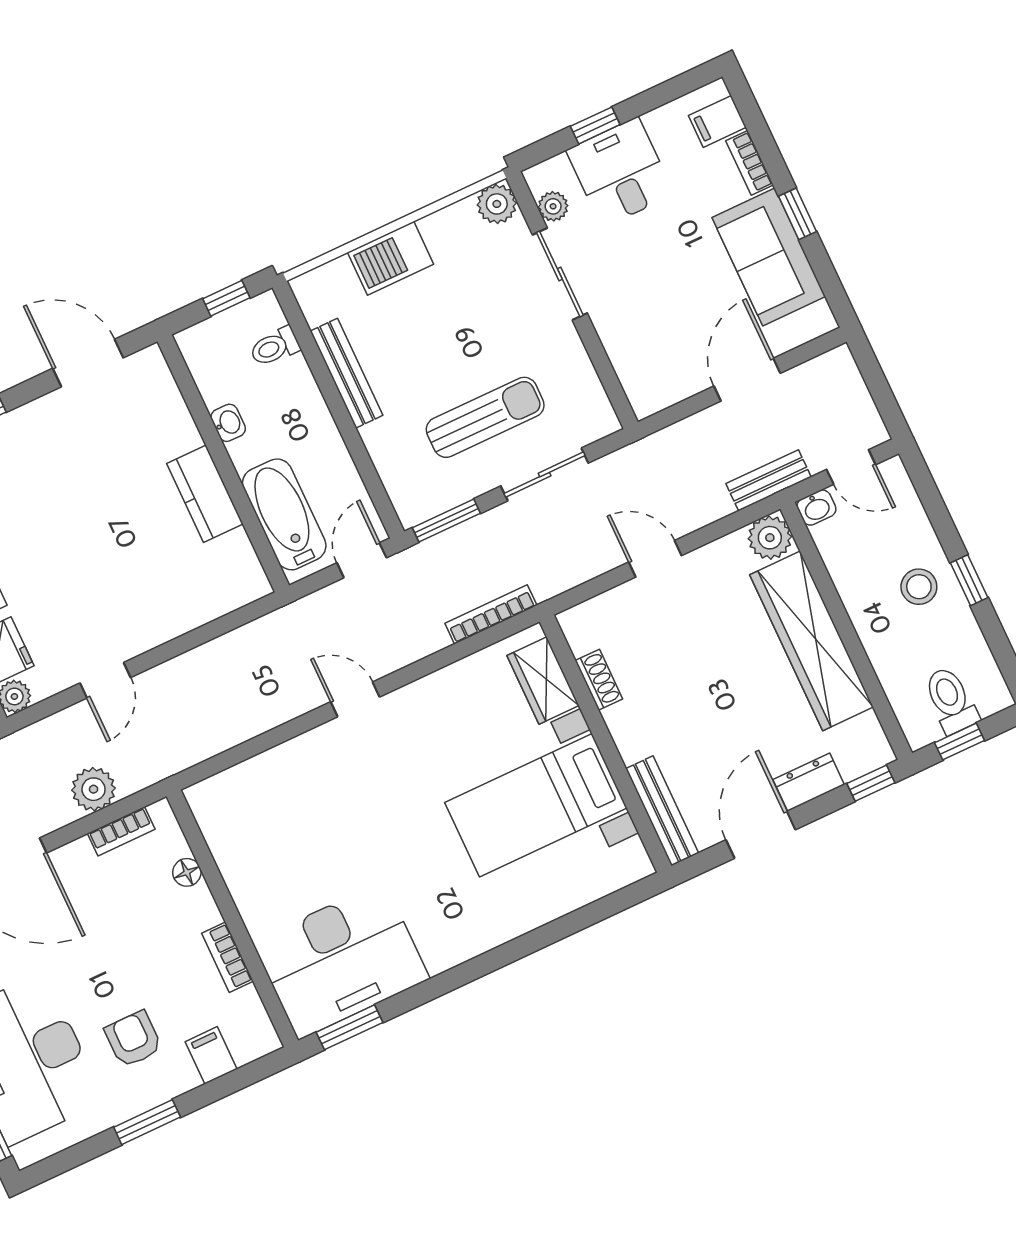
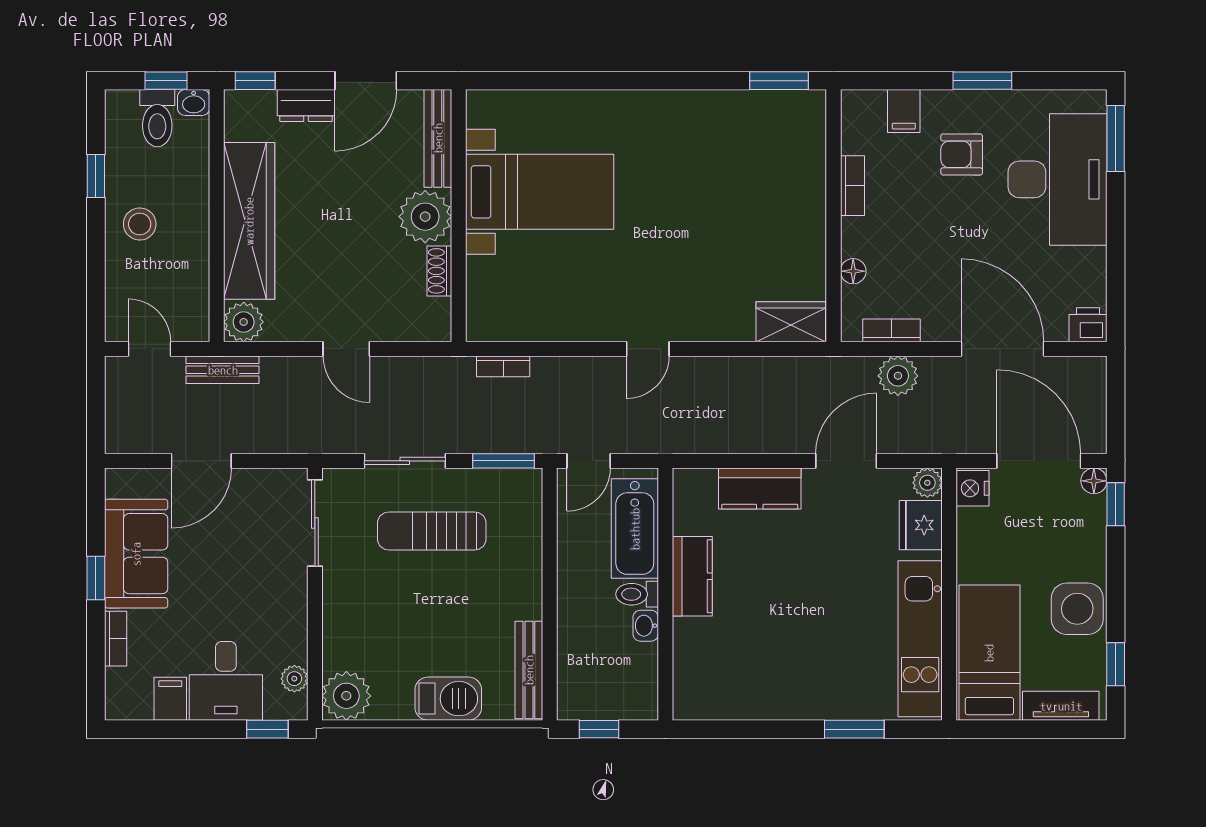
filing cabinet: (717, 121) -> (170, 699), moved, turned -90
window: (595, 125) -> (267, 729), moved
plant: (497, 204) -> (346, 696), width x1.36, depth x1.36
sliding door: (560, 274) -> (315, 523), moved
toilet: (275, 347) -> (637, 594), moved, turned 180
door: (88, 363) -> (738, 729), removed
bench: (347, 373) -> (529, 670), moved
washbasin: (816, 508) -> (194, 103), moved, turned 180
window: (969, 580) -> (96, 176), moved
kitchen counter: (179, 612) -> (760, 489), added
bookcase: (491, 614) -> (503, 366), width x0.64
door: (105, 680) -> (846, 461), width x1.38
wardrobe: (543, 680) -> (791, 322), moved, turned -90
door: (355, 699) -> (648, 349), hinge flipped
plant: (638, 727) -> (425, 217), added
desk: (341, 960) -> (760, 139), removed
armchair: (133, 1039) -> (962, 154), turned 90

